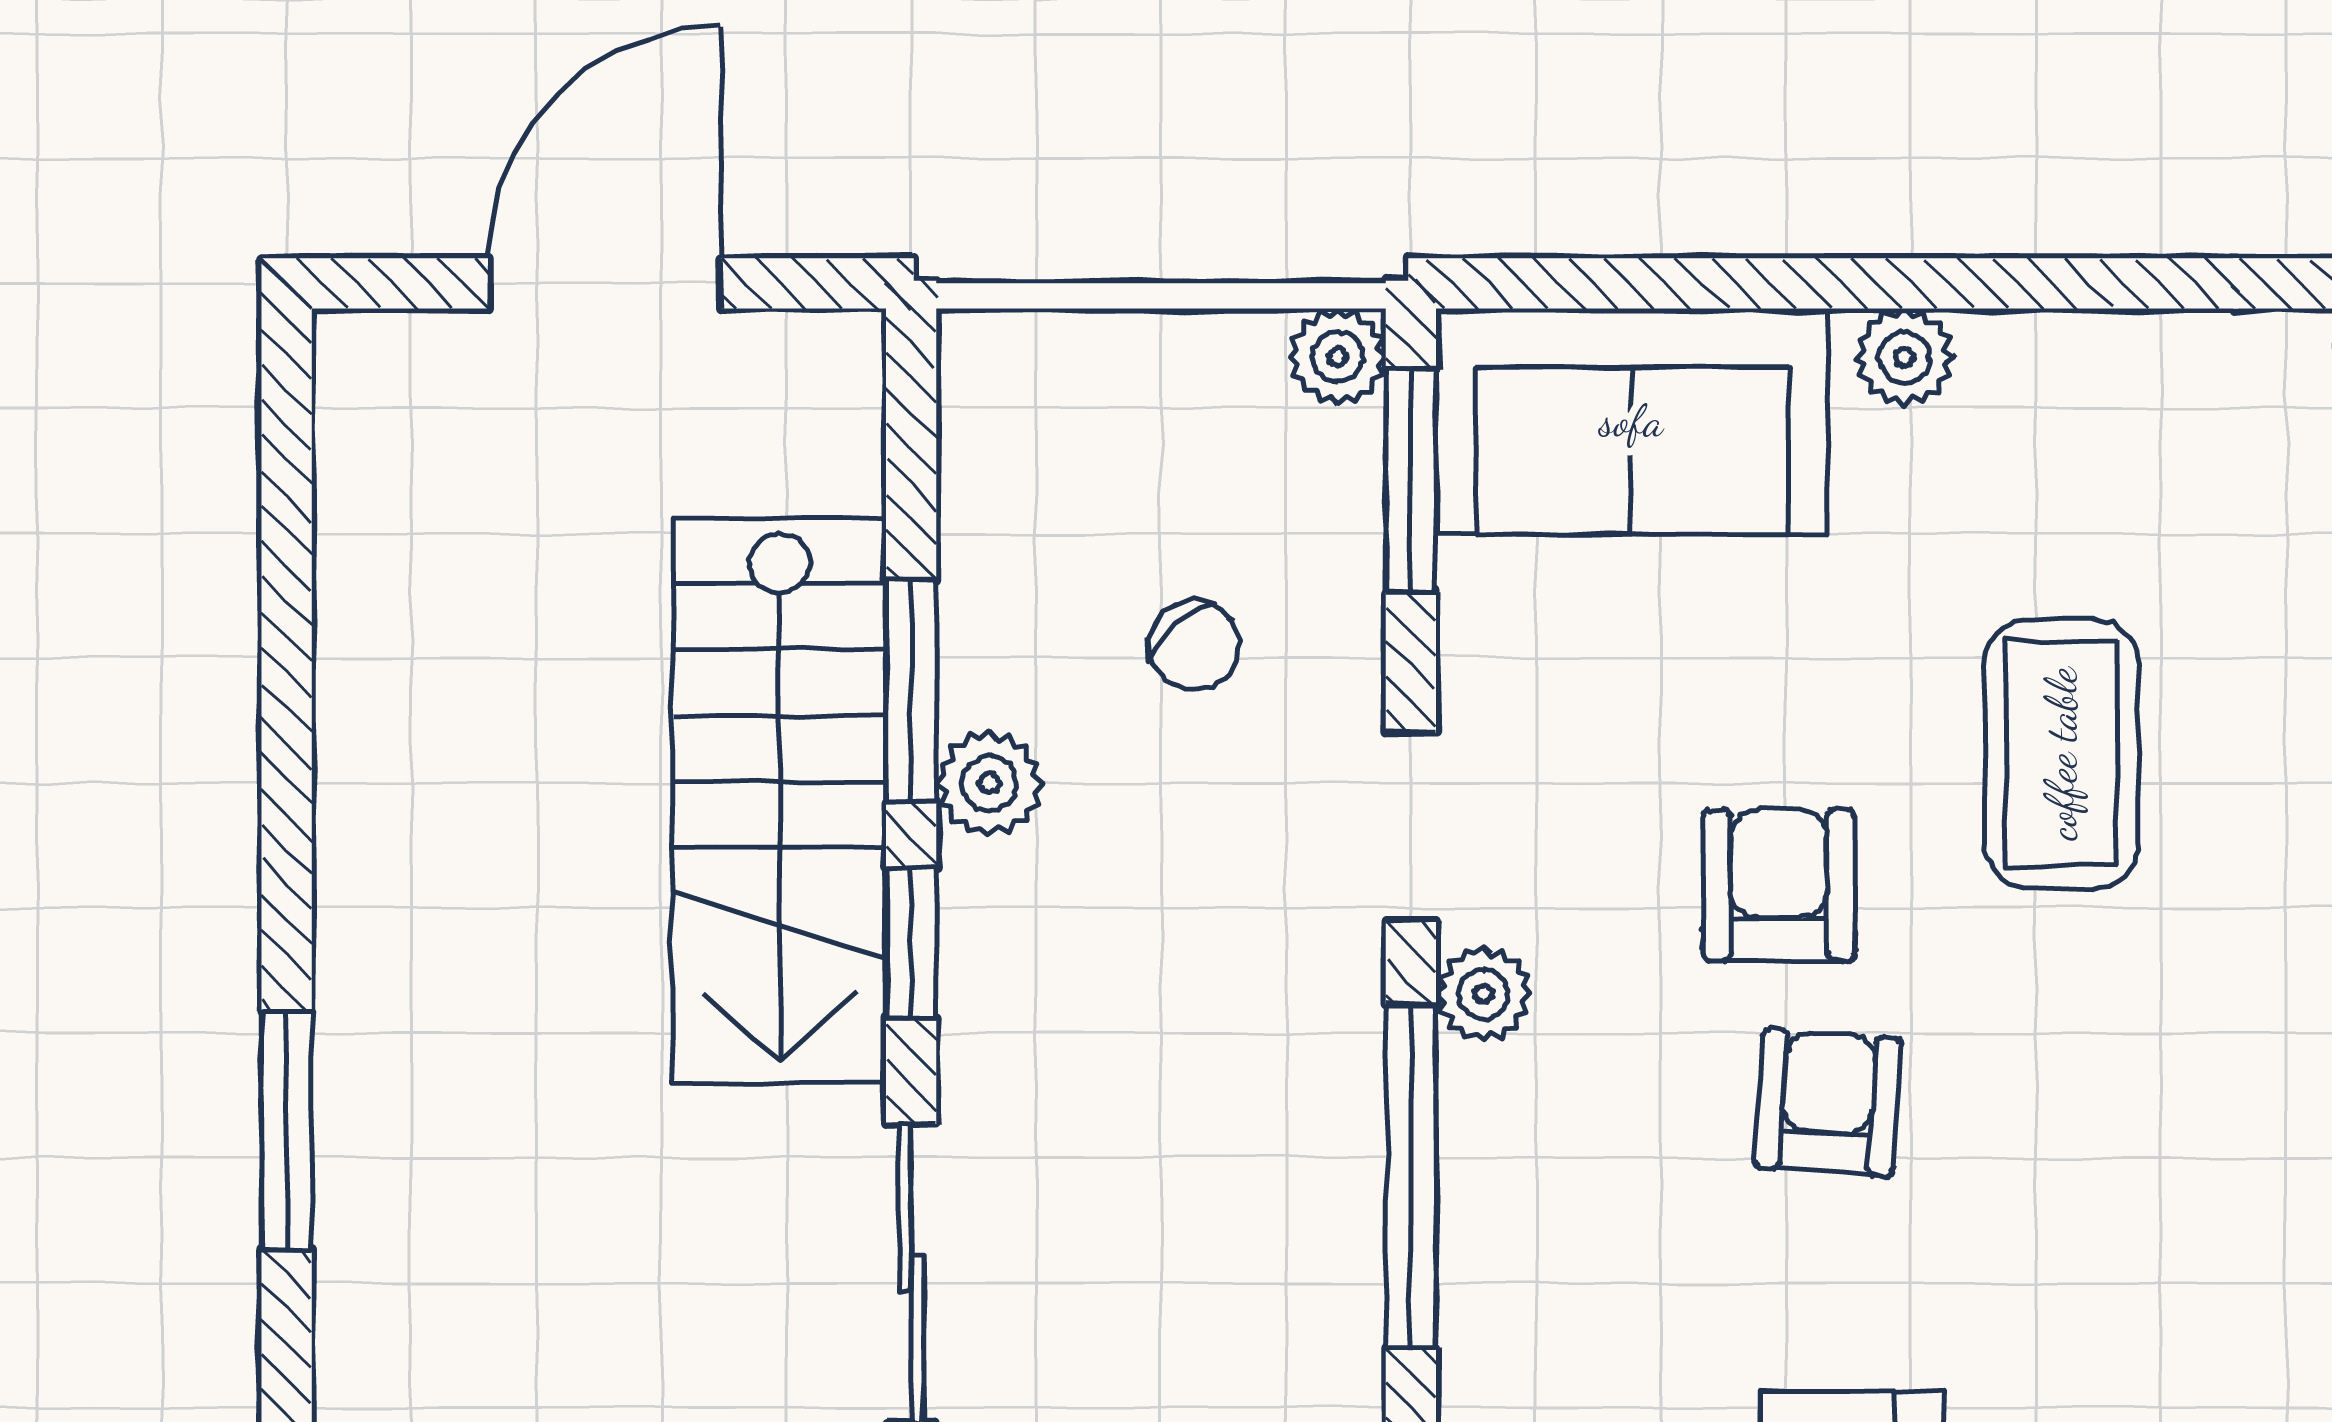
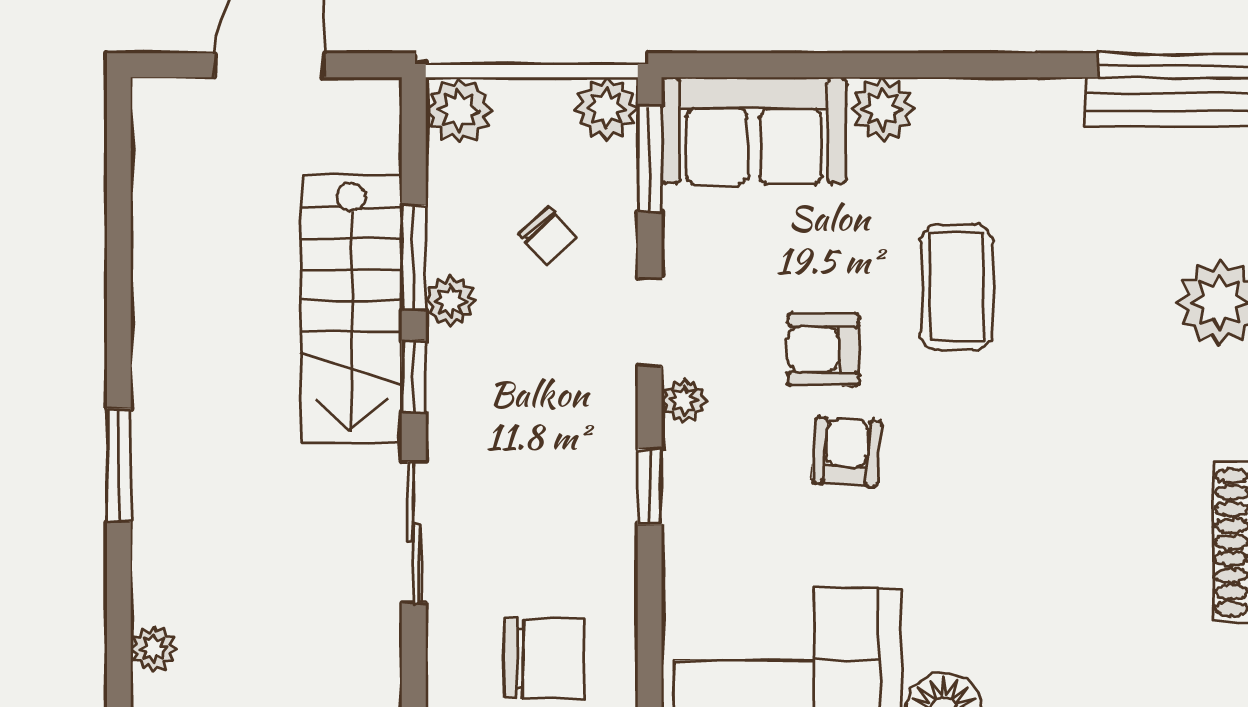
plant: (1338, 357) -> (607, 108), width x1.38, depth x1.38
plant: (1904, 357) -> (883, 109), width x1.38, depth x1.38
plant: (1007, 379) -> (459, 110), added
armchair: (1779, 885) -> (823, 349), turned -90
window: (1411, 1176) -> (650, 487), width x0.46

